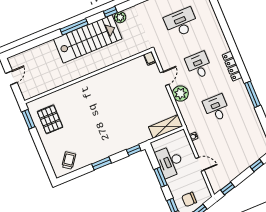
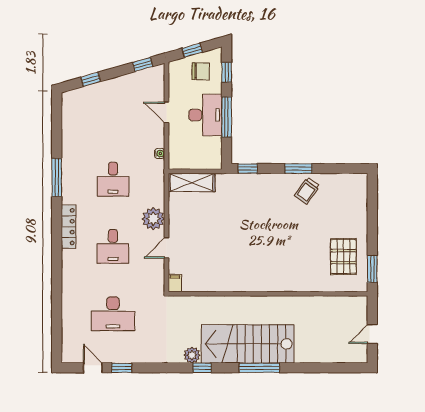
trolley: (69, 161) -> (307, 191), moved
desk: (170, 162) -> (205, 115), moved
window: (161, 177) -> (227, 117), width x1.44

